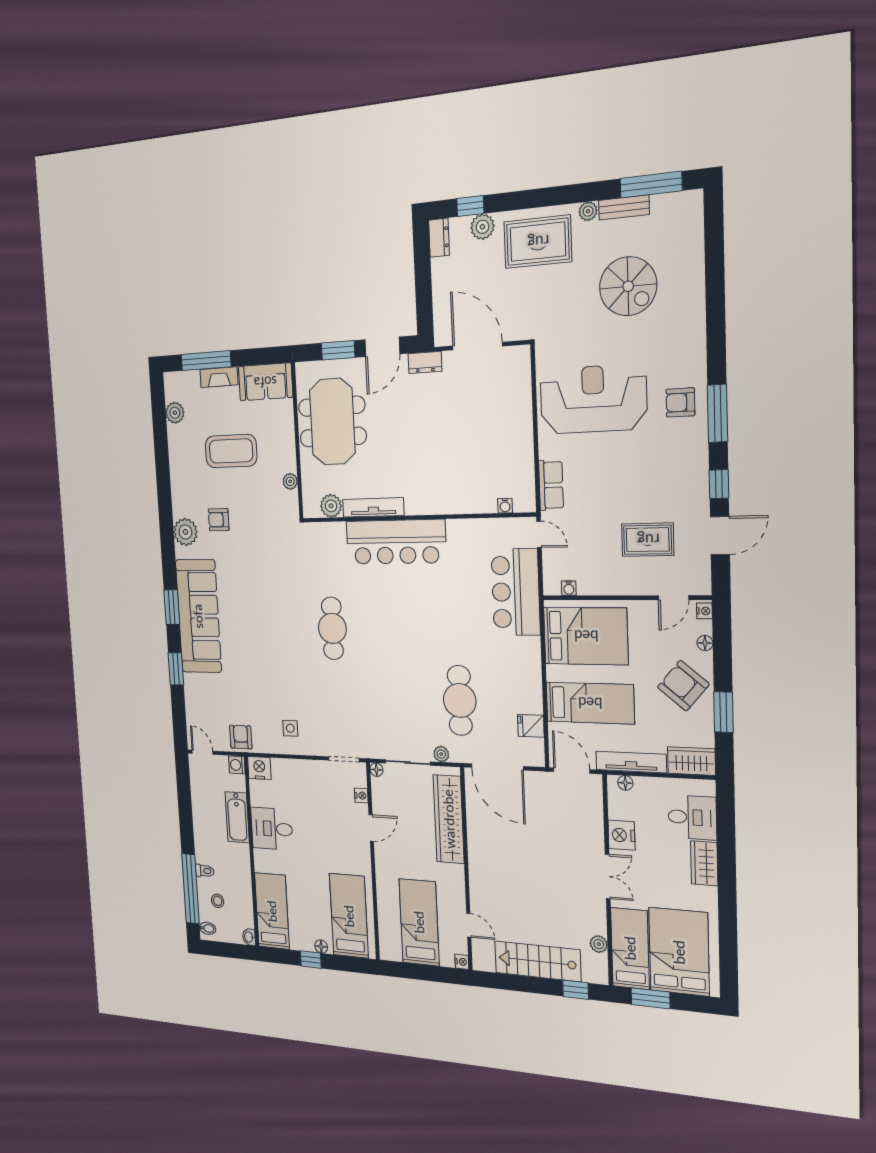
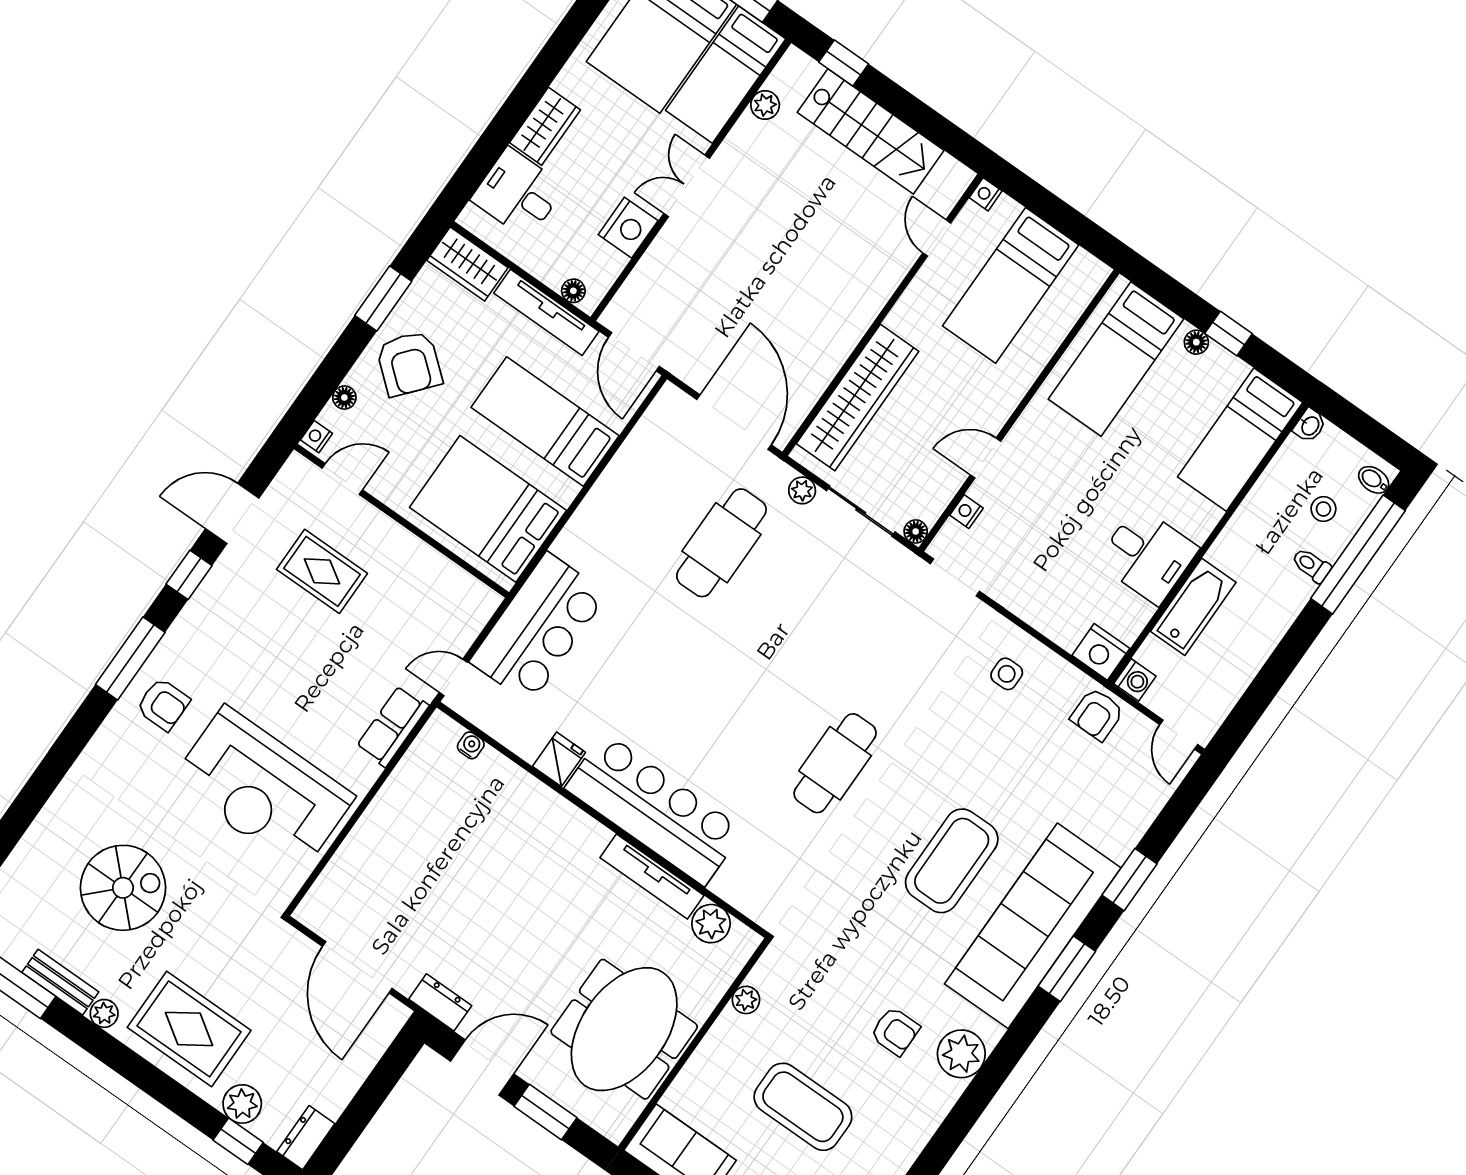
spiral stairs: (628, 286) -> (123, 888), turned 90
door: (539, 534) -> (453, 677), hinge flipped
water cooler: (569, 588) -> (465, 583), removed
coffee table: (251, 620) -> (952, 861), added
fridge: (531, 726) -> (559, 759), moved, turned -90

